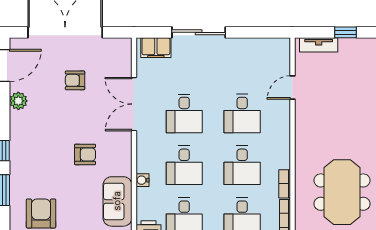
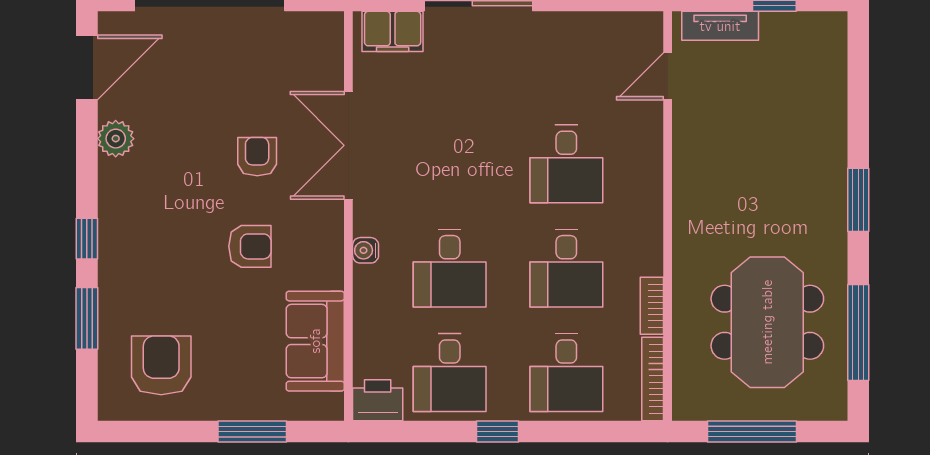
armchair: (75, 80) -> (257, 157), moved, turned 90
door: (292, 88) -> (668, 76), moved
desk: (184, 113) -> (450, 164), removed
water cooler: (142, 180) -> (366, 250), moved

